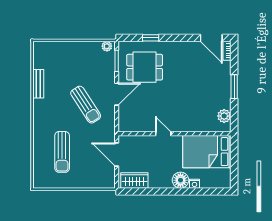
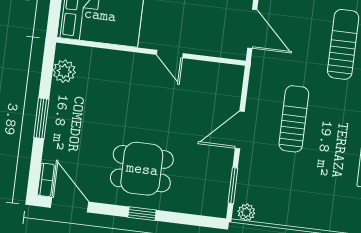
window: (151, 38) -> (142, 214), moved
dining table: (145, 67) -> (142, 169), moved
sun lounger: (86, 105) -> (294, 119), turned 33

